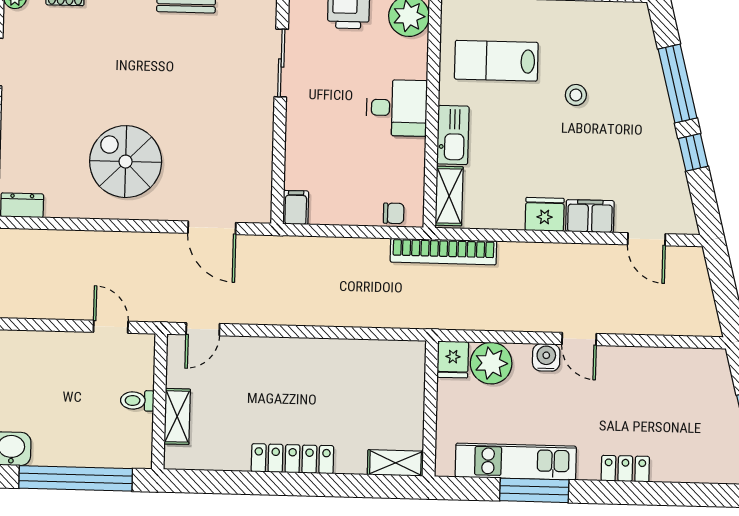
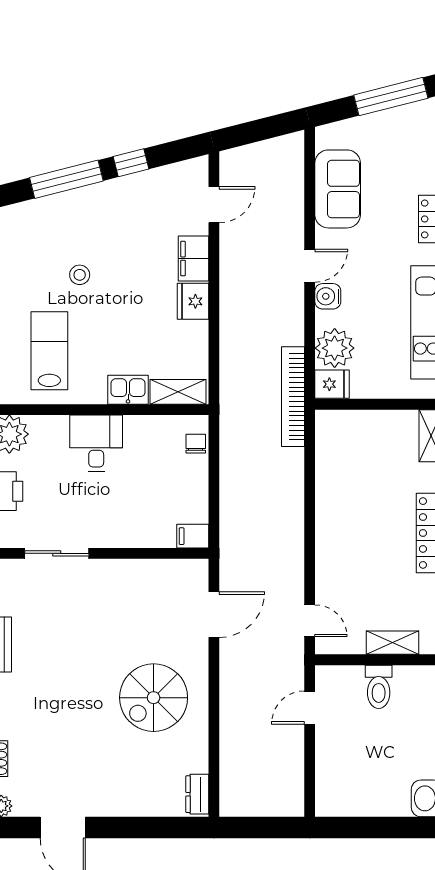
lab bench: (496, 61) -> (49, 351), turned 180
kitchen sink: (453, 135) -> (128, 390), width x0.73
bookcase: (443, 252) -> (293, 397), moved, turned 180
sofa: (660, 371) -> (338, 189), added
toilet: (137, 401) -> (379, 687), width x1.37, depth x1.39

